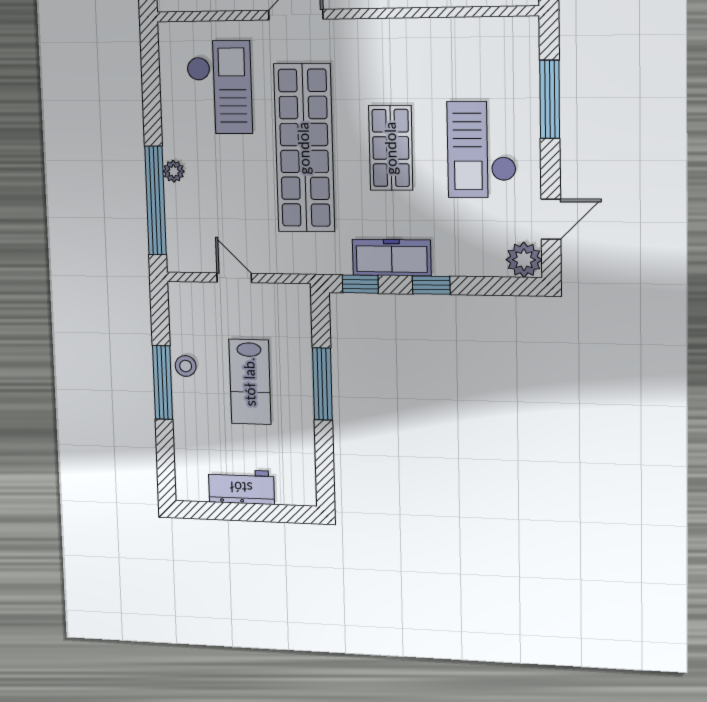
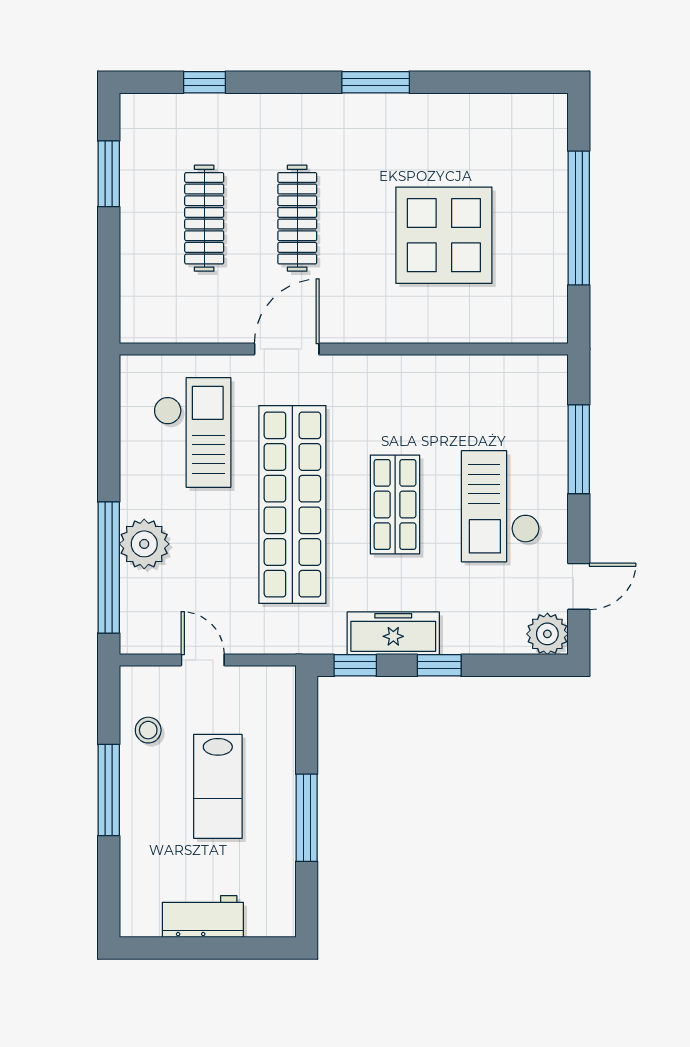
plant: (174, 171) -> (144, 544), width x1.87, depth x1.87
stool: (186, 366) -> (148, 730), moved
window: (322, 384) -> (307, 818), moved

